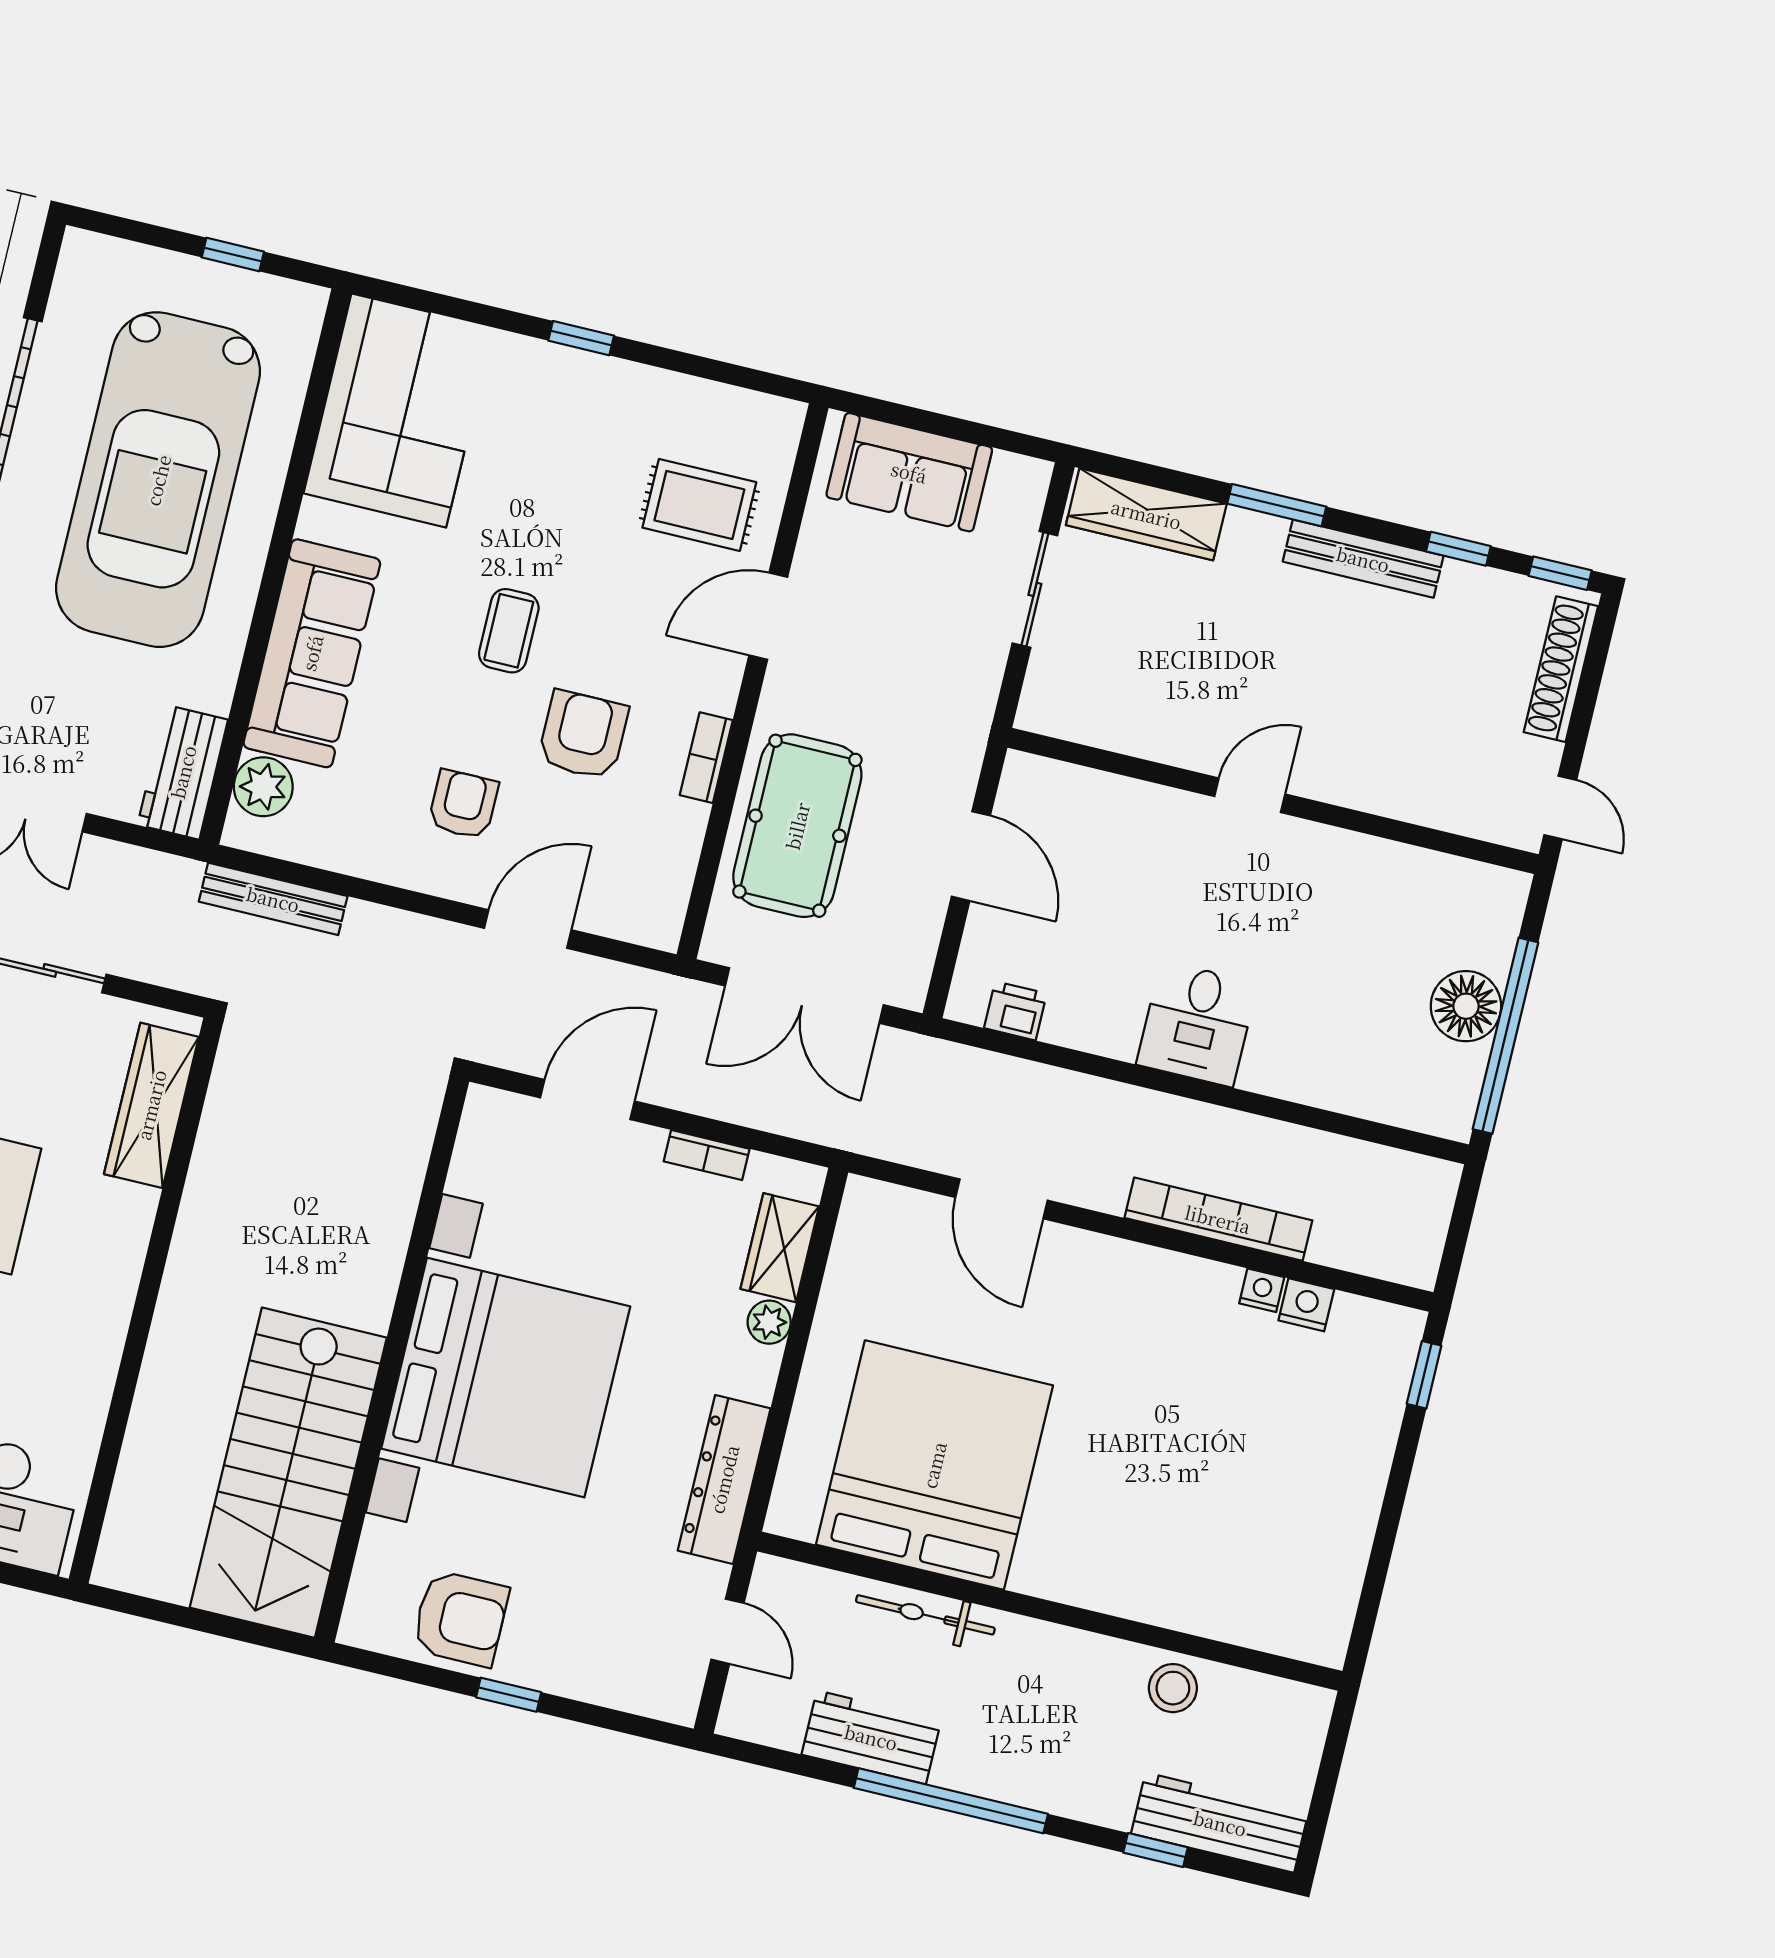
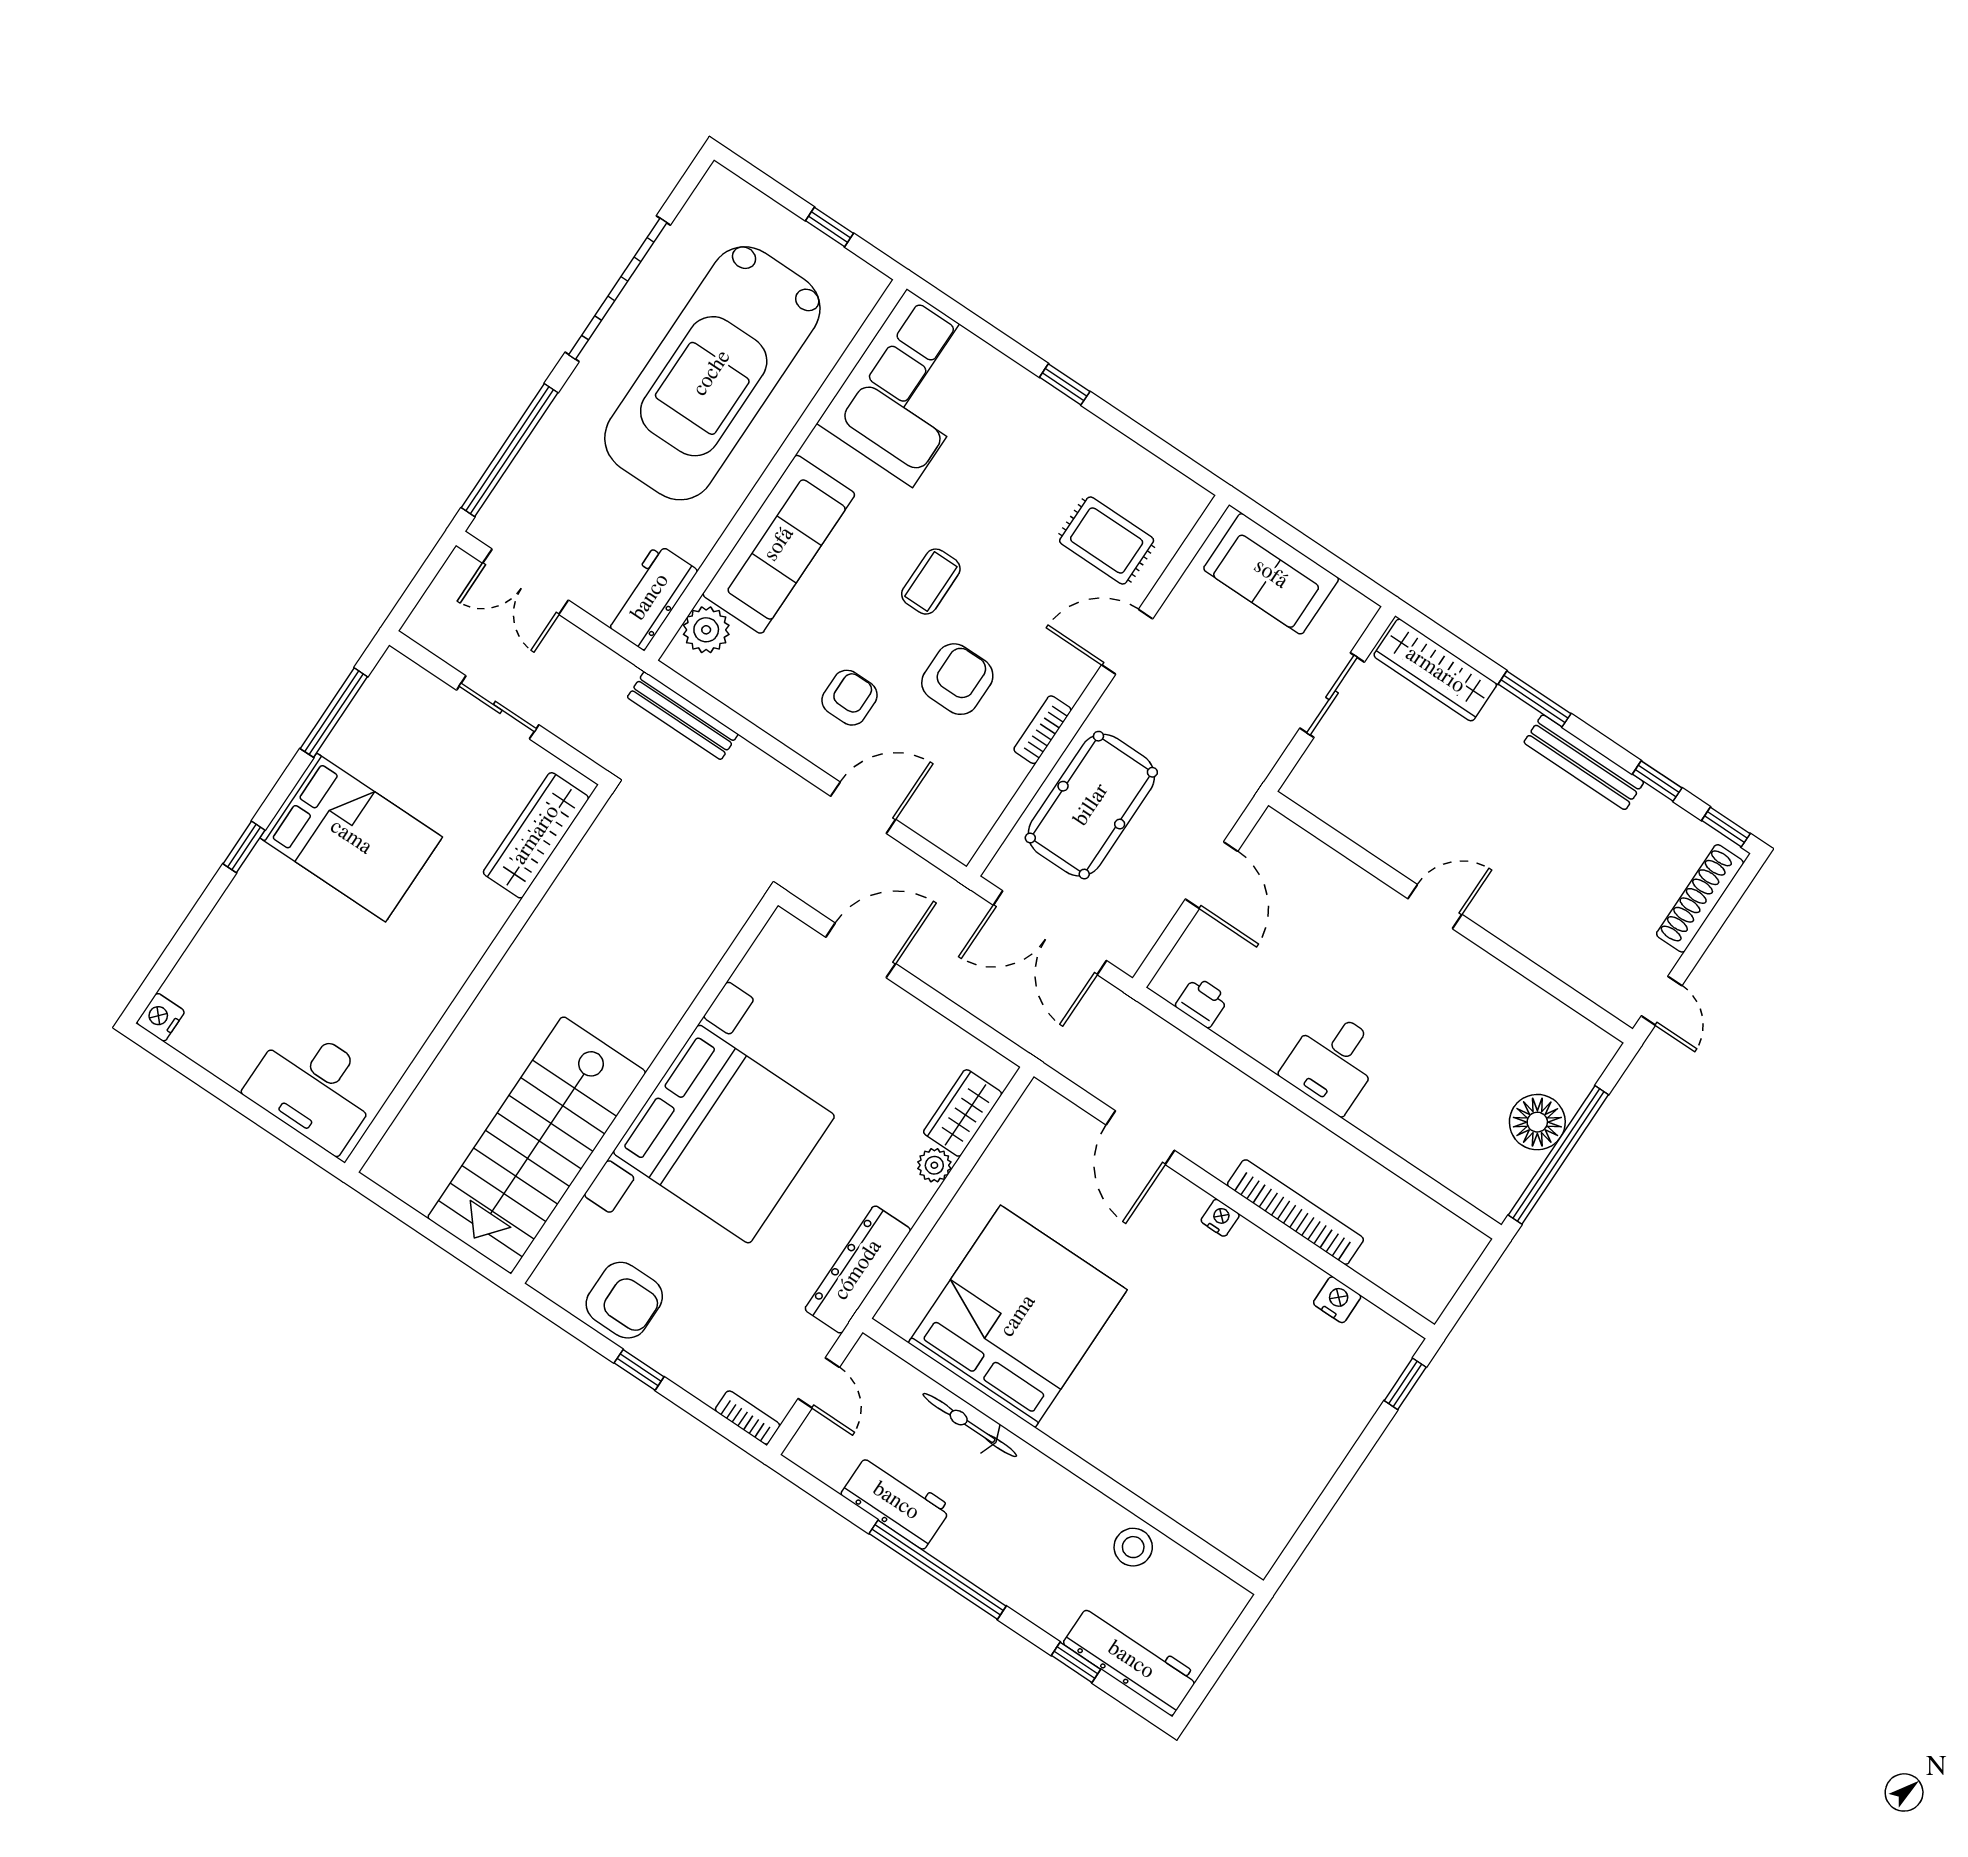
bookcase: (707, 1155) -> (748, 1418), moved, turned 180
nightstand: (1262, 1290) -> (1220, 1218), moved

